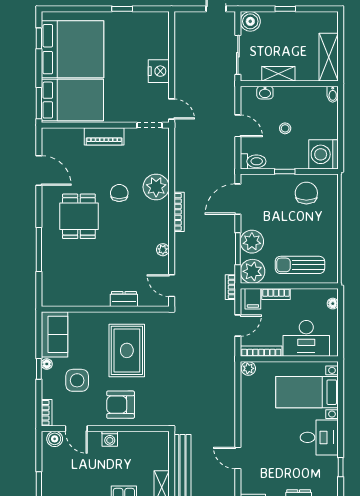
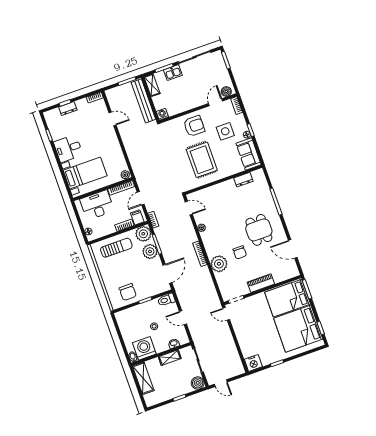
nightstand: (159, 71) -> (253, 363), moved, turned -90
washing machine: (324, 154) -> (144, 348), moved, turned -90
dresser: (124, 299) -> (243, 180), moved
door: (76, 429) -> (216, 102), hinge flipped
washing machine: (110, 439) -> (162, 114), moved

